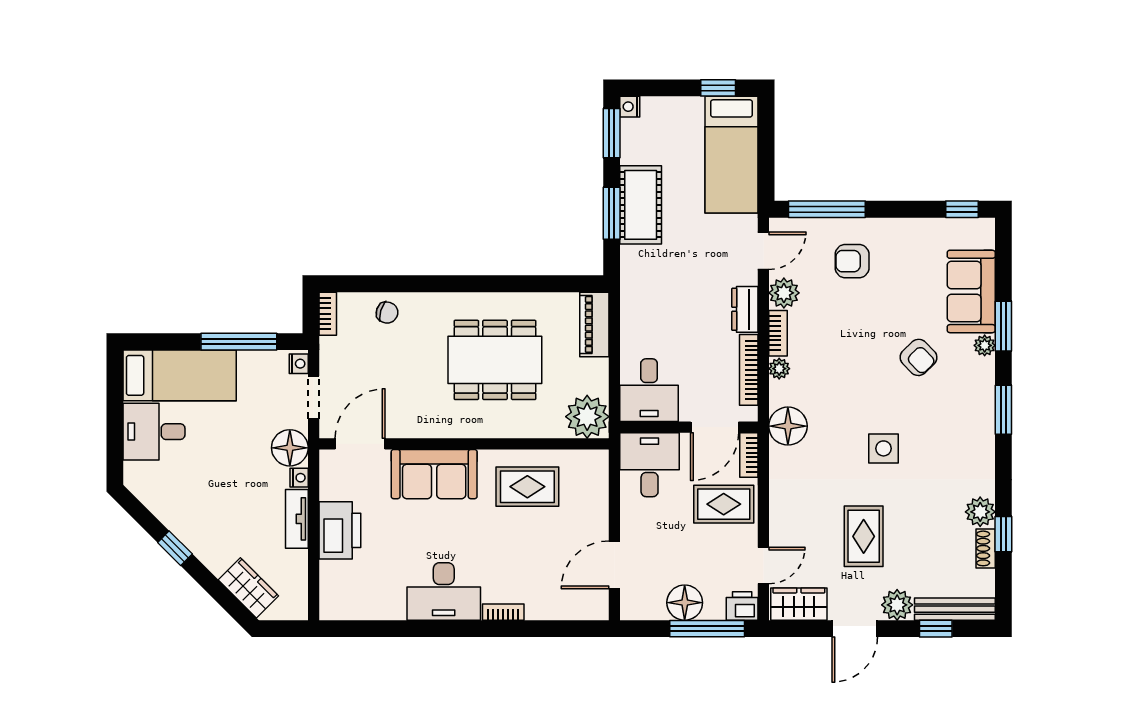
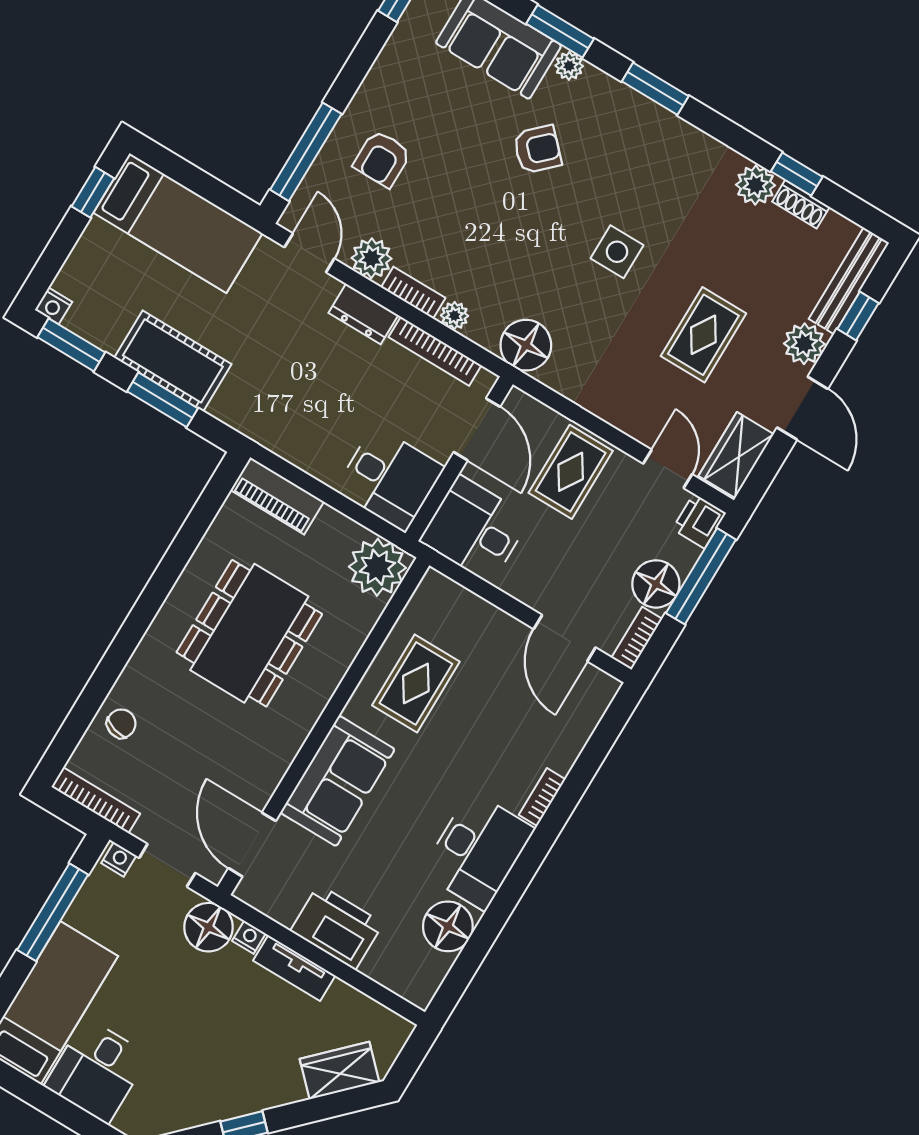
bookcase: (328, 314) -> (96, 800), width x1.56
bookcase: (749, 455) -> (637, 638), moved, turned 90
rug: (864, 536) -> (703, 335), turned 90
floor lamp: (383, 602) -> (448, 926), added

